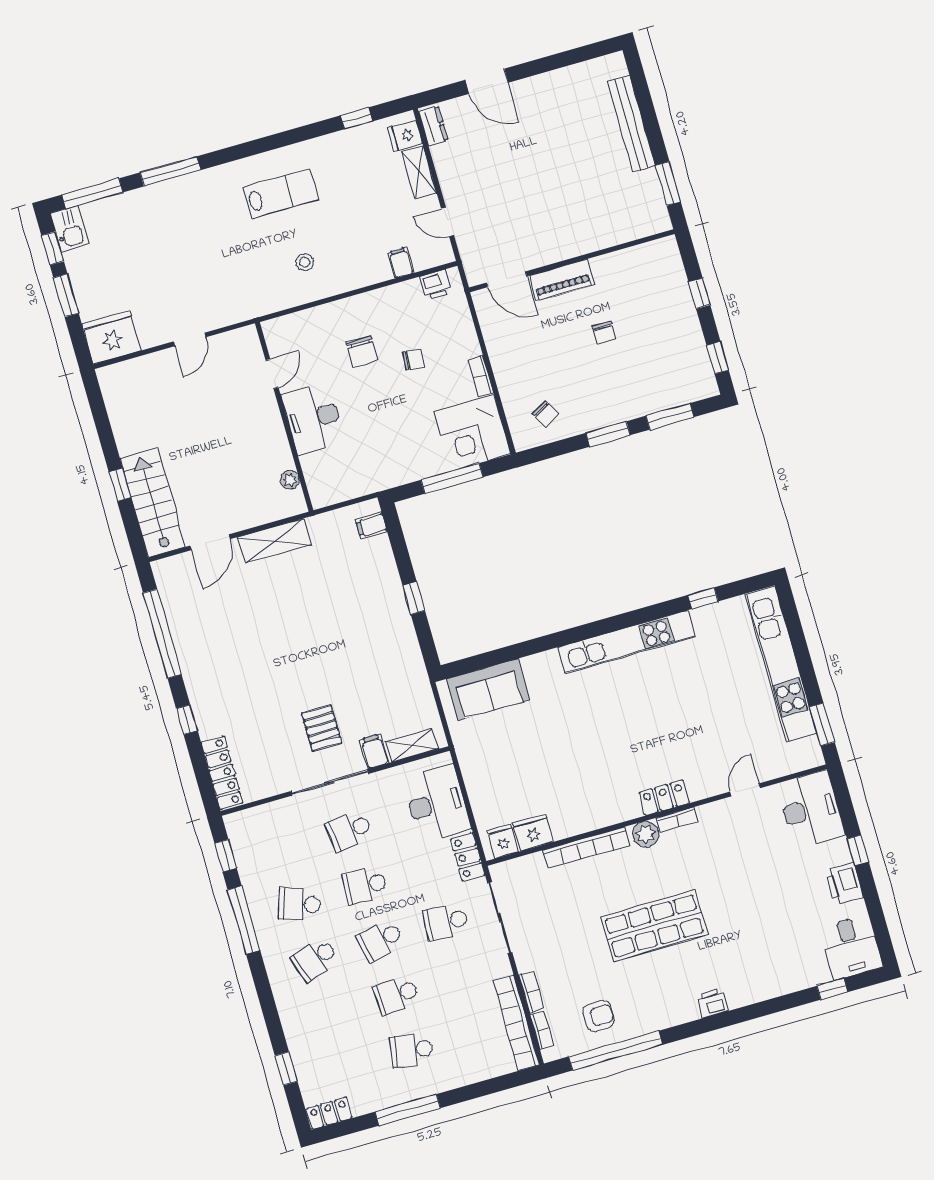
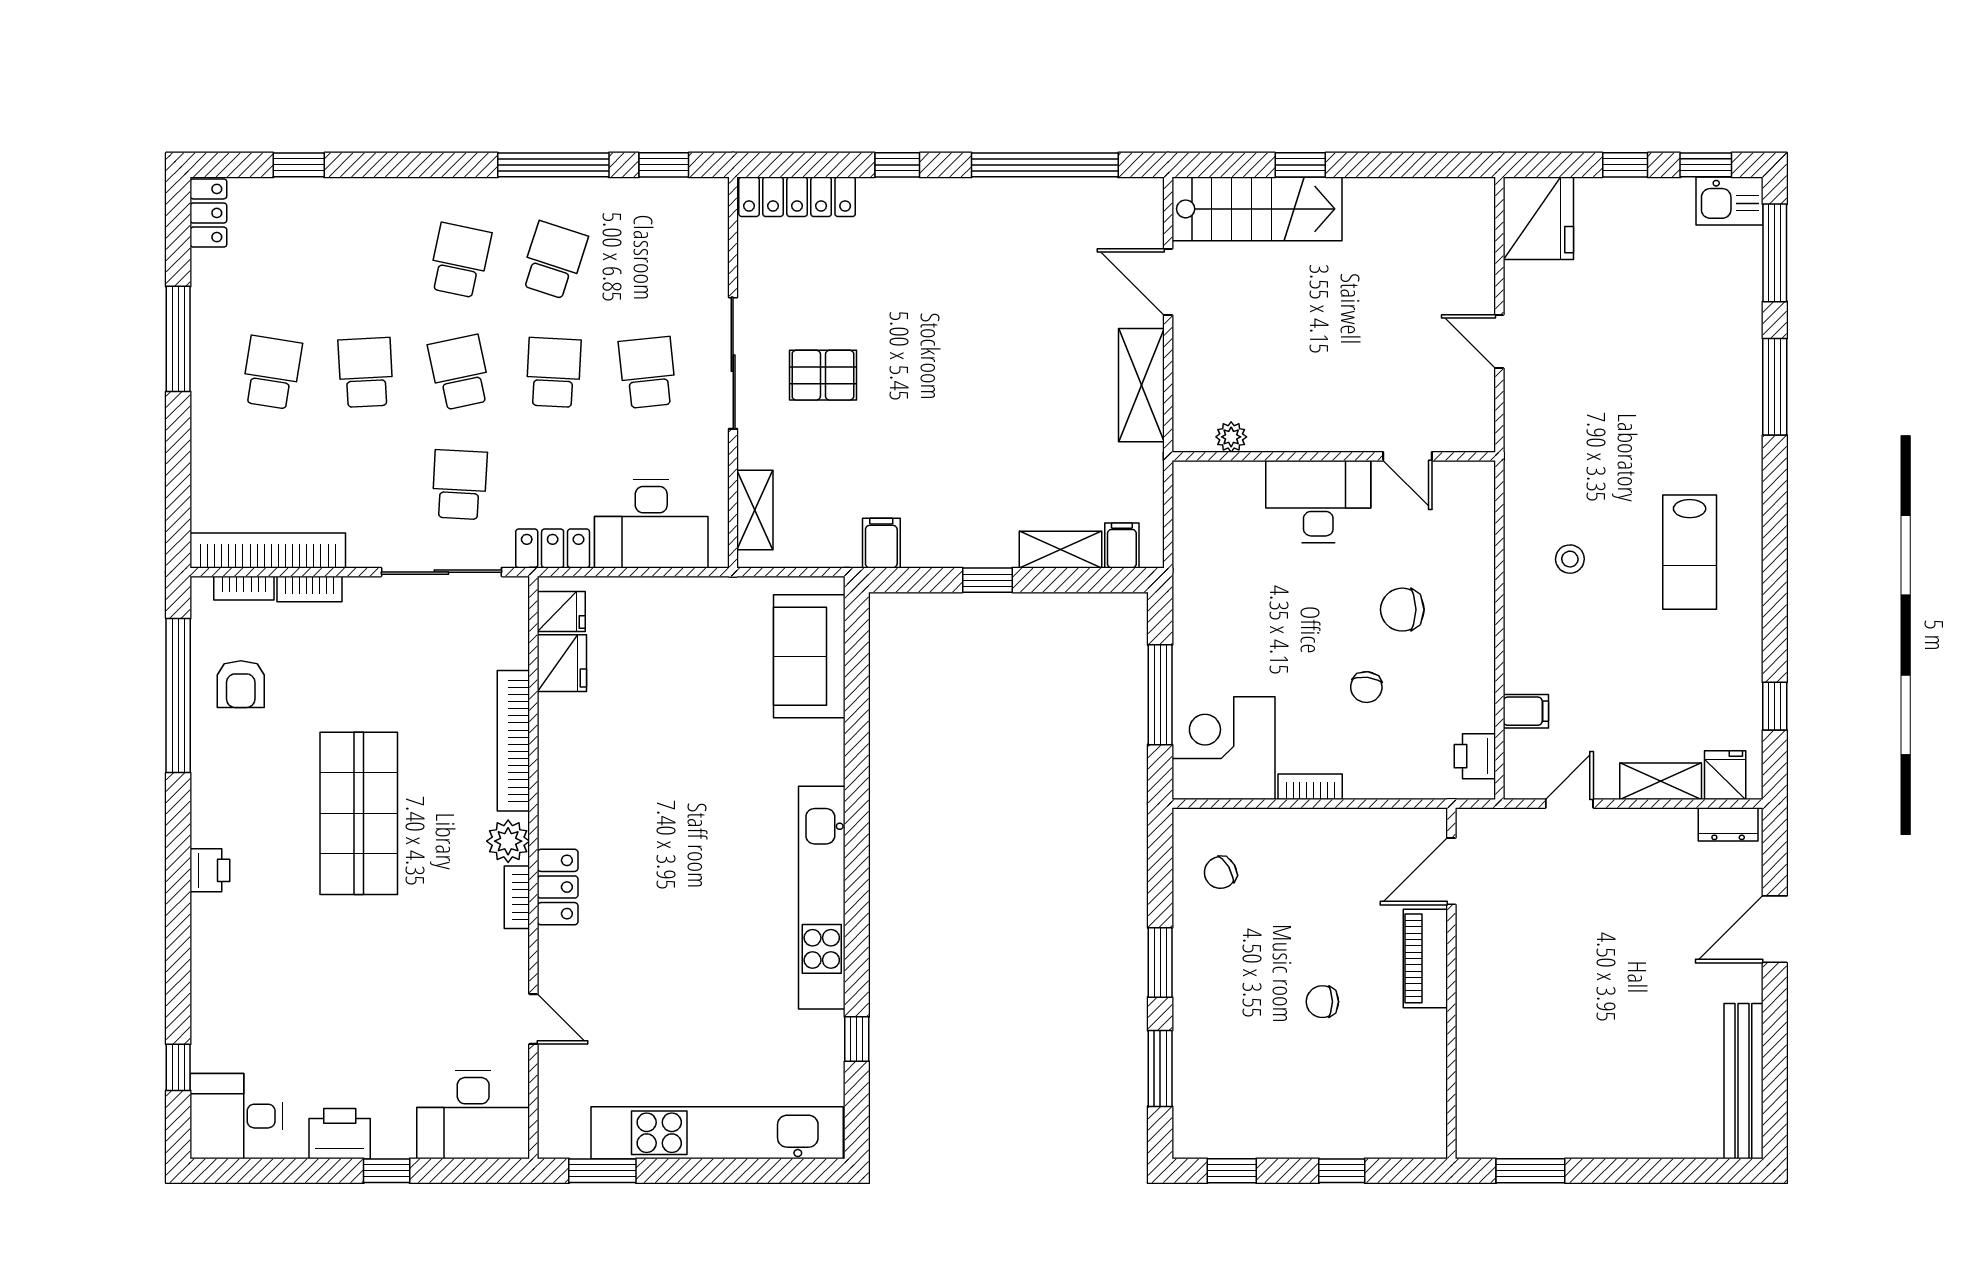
bench: (631, 124) -> (1743, 1081), moved, turned 90
window: (66, 295) -> (1625, 165), width x0.67
shelving: (384, 561) -> (1061, 550), added
filing cabinet: (374, 751) -> (881, 543), moved, turned -90
school desk: (315, 959) -> (460, 260), turned 30

